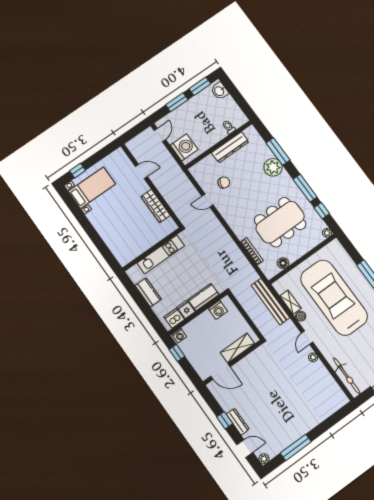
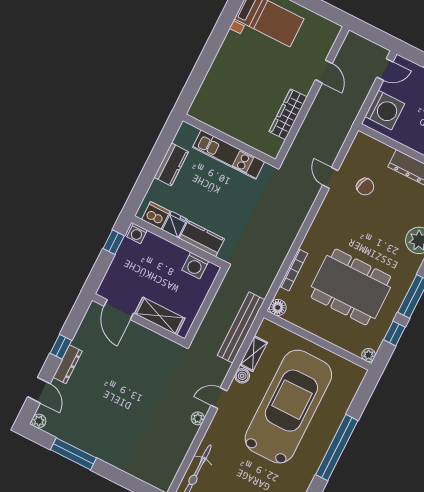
floor lamp: (283, 263) -> (278, 307), moved

